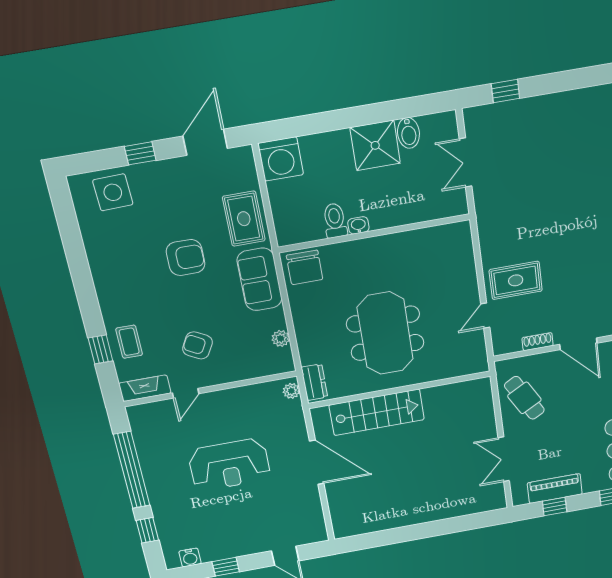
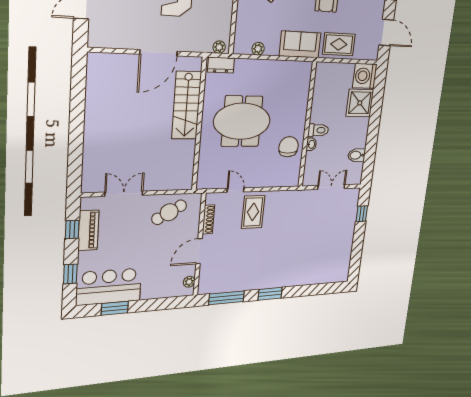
shower: (375, 145) -> (360, 103), moved
toilet: (335, 220) -> (318, 130), moved
washbasin: (358, 225) -> (311, 144), moved
chair: (305, 267) -> (289, 147), moved, turned 90
shoe rack: (538, 342) -> (208, 219), width x1.43

